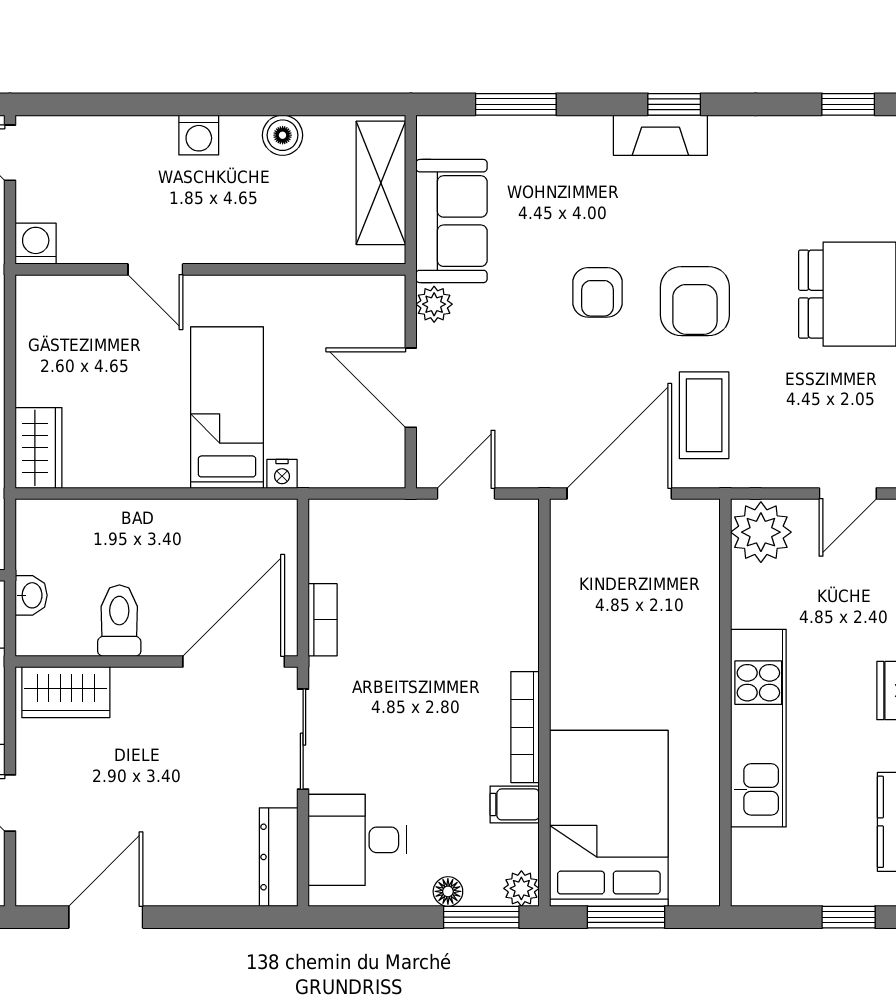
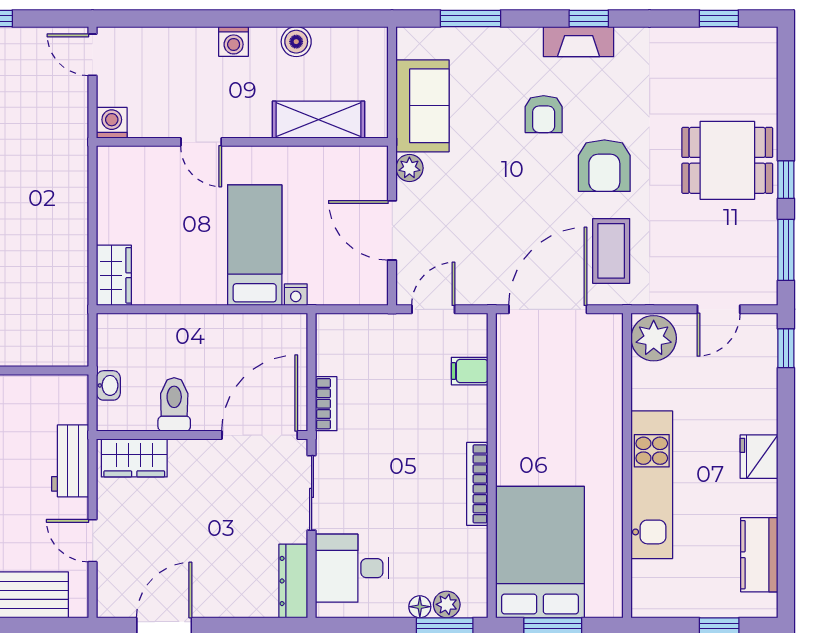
shelving: (381, 183) -> (319, 120), moved, turned 90
armchair: (597, 292) -> (544, 114), moved
filing cabinet: (515, 804) -> (470, 371), moved
plant: (521, 888) -> (447, 604), moved

